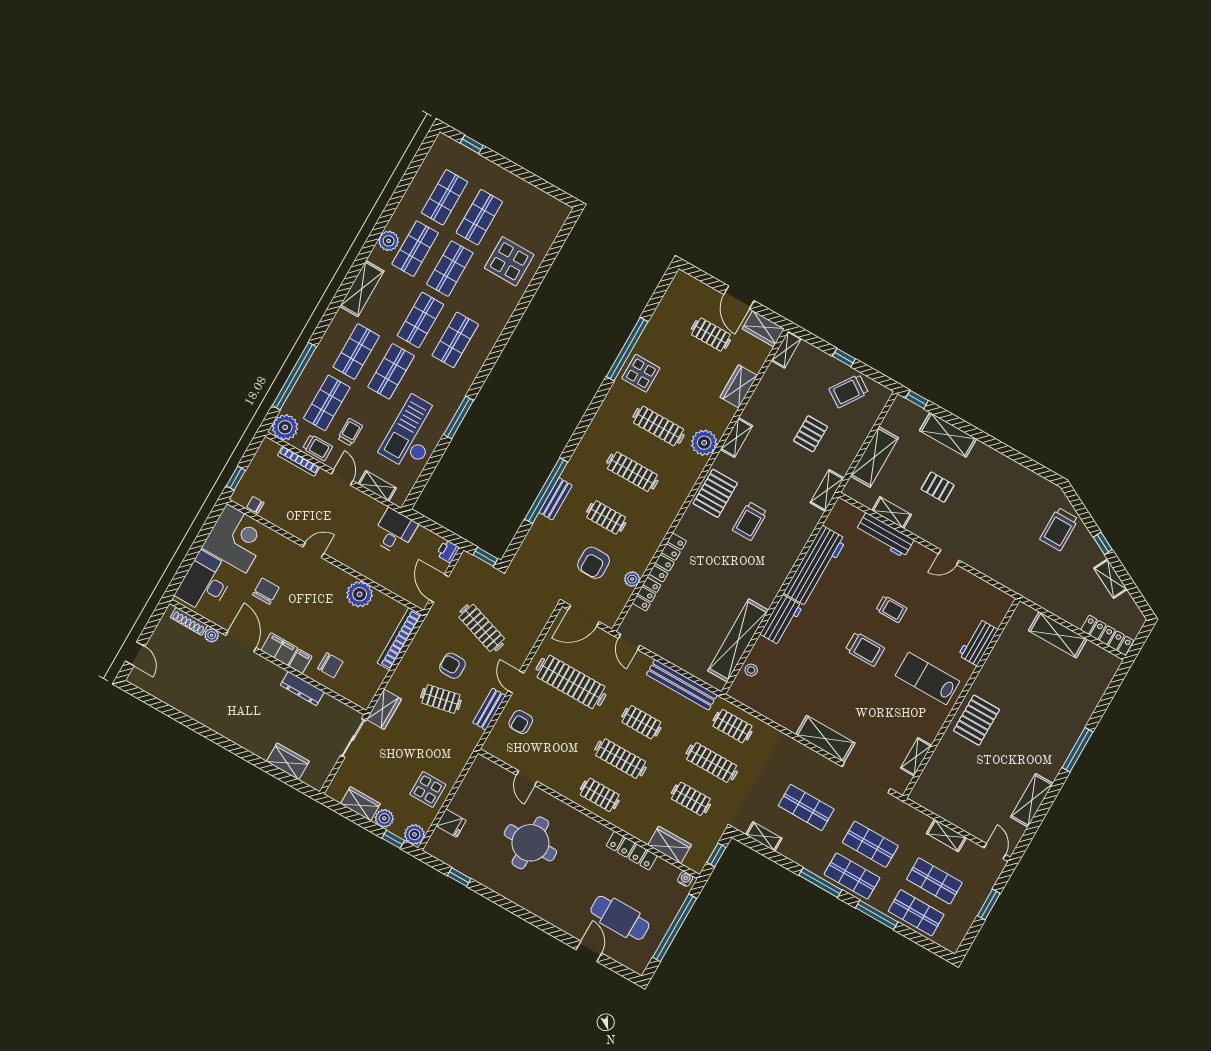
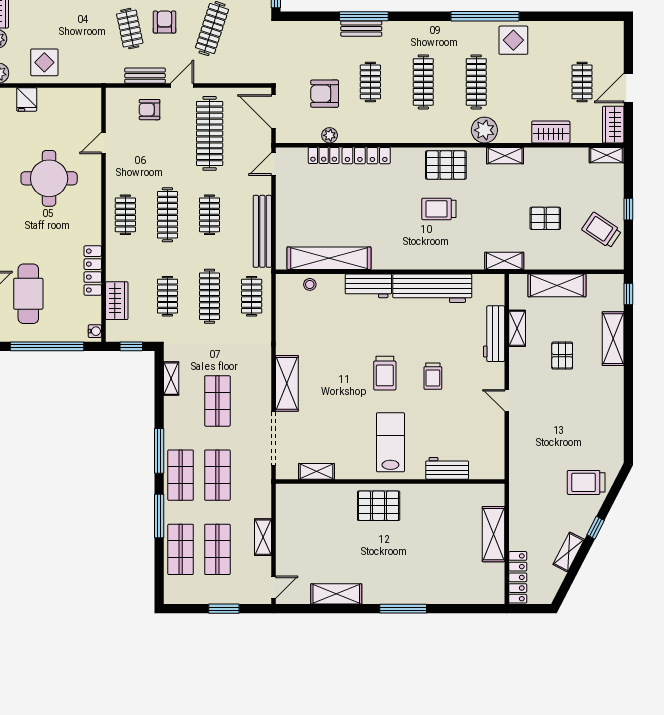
window: (627, 349) -> (485, 16), moved
window: (546, 491) -> (364, 16), width x0.68

